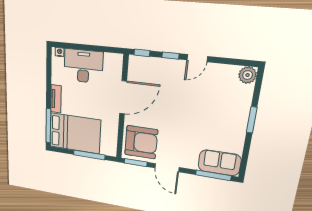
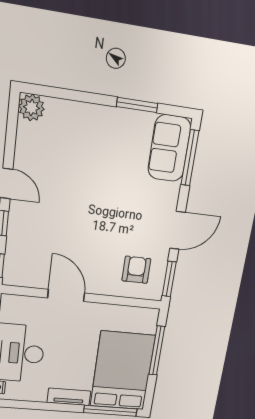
door: (123, 97) -> (66, 295), width x0.73
window: (252, 120) -> (137, 105), moved
armchair: (141, 142) -> (136, 270), width x0.53, depth x0.53

